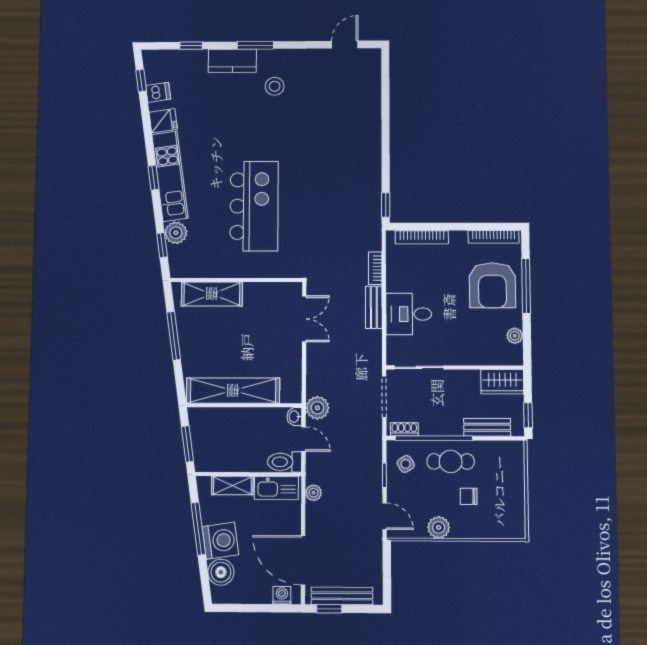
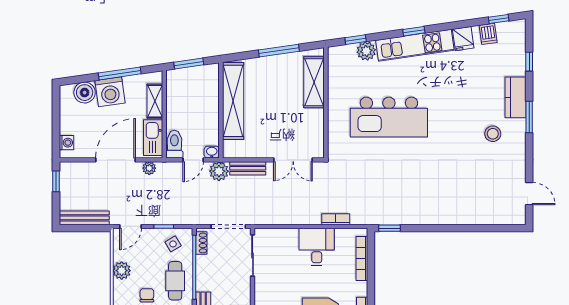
bench: (374, 307) -> (248, 168), moved
desk: (409, 314) -> (317, 247), moved
door: (303, 560) -> (115, 160), moved
bench: (342, 596) -> (84, 218), moved, turned 90

